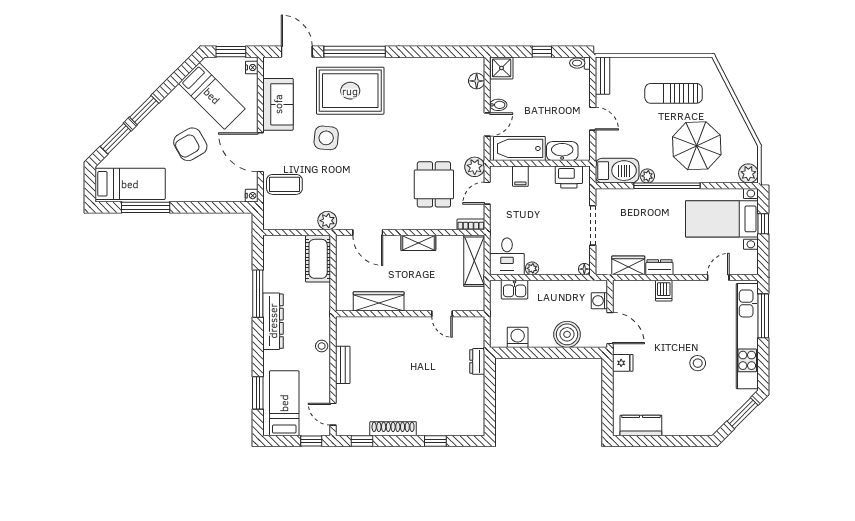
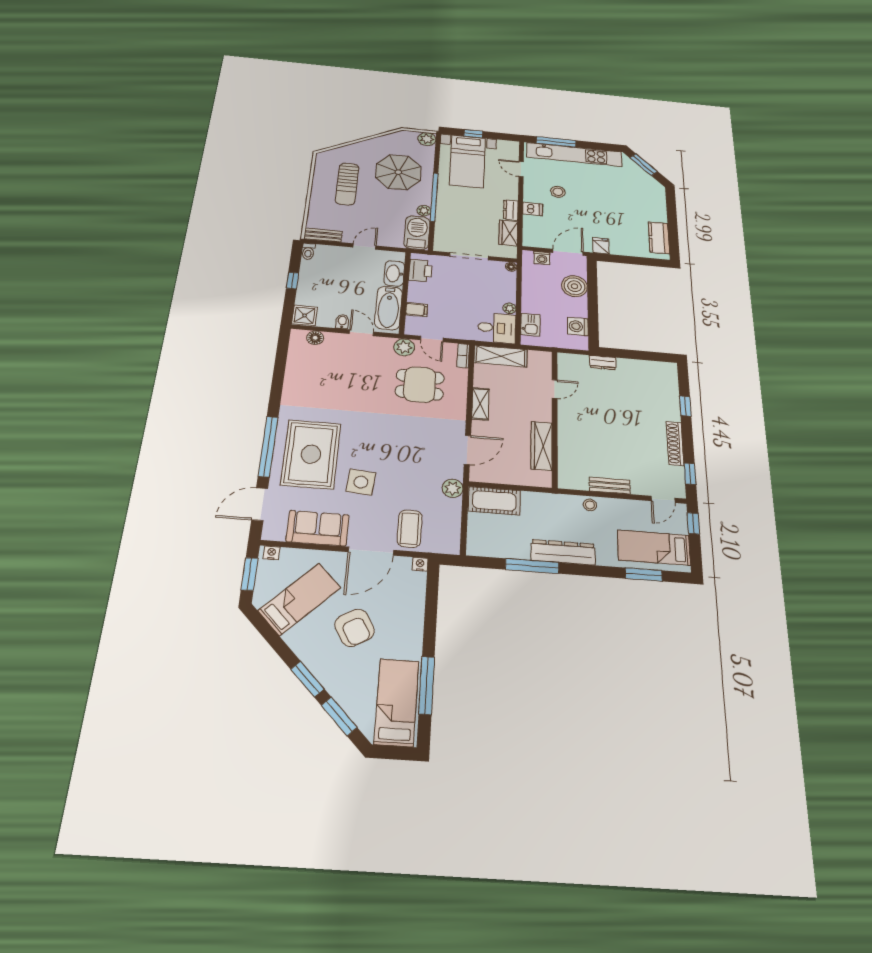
stool: (698, 363) -> (558, 192), moved

